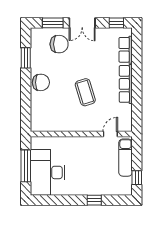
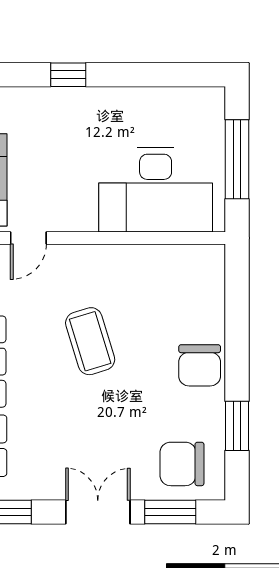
chair: (59, 44) -> (182, 464), moved
chair: (41, 82) -> (200, 365), turned -90
desk: (48, 172) -> (156, 190), moved, turned 90

